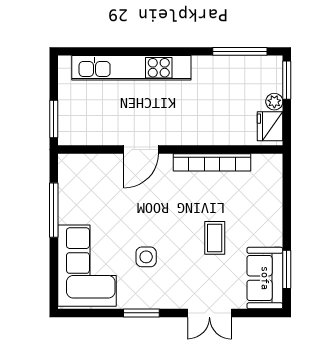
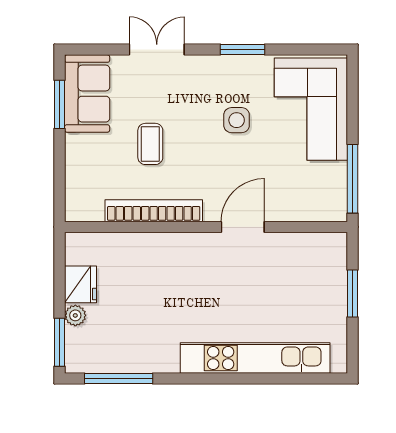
door: (141, 149) -> (243, 227), moved
wall: (170, 149) -> (206, 227), moved
bookcase: (212, 162) -> (154, 211), moved

